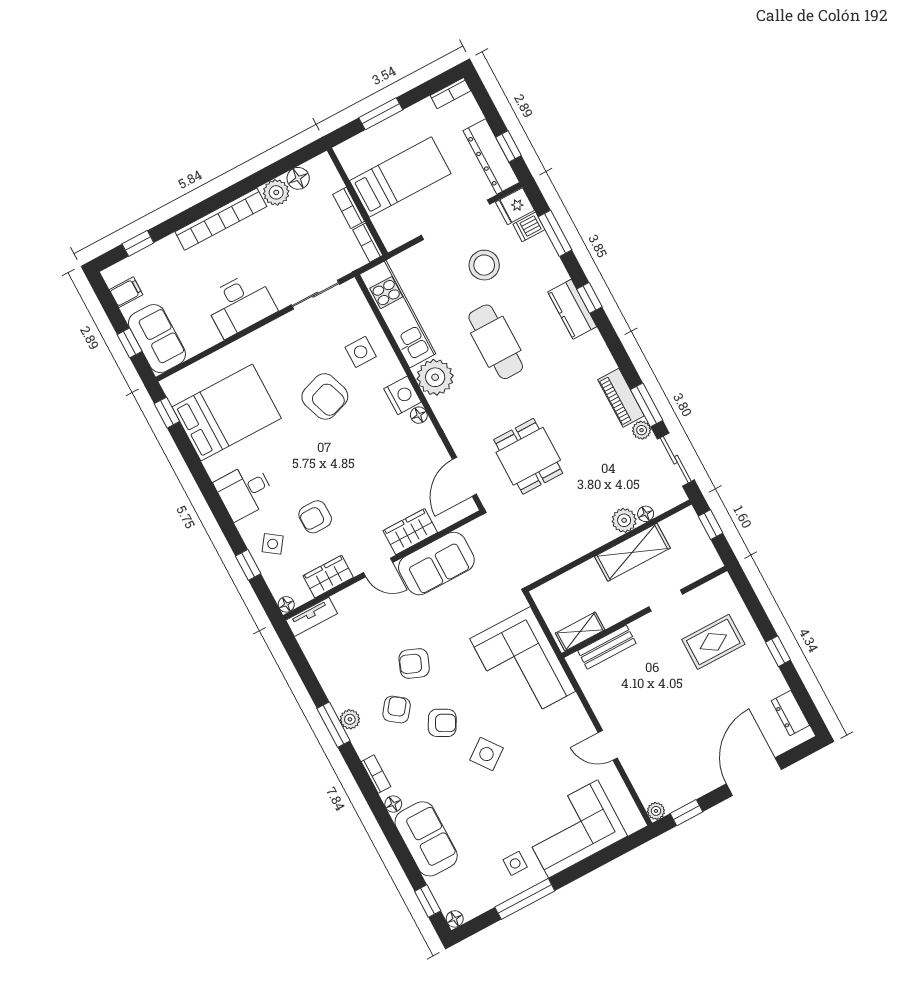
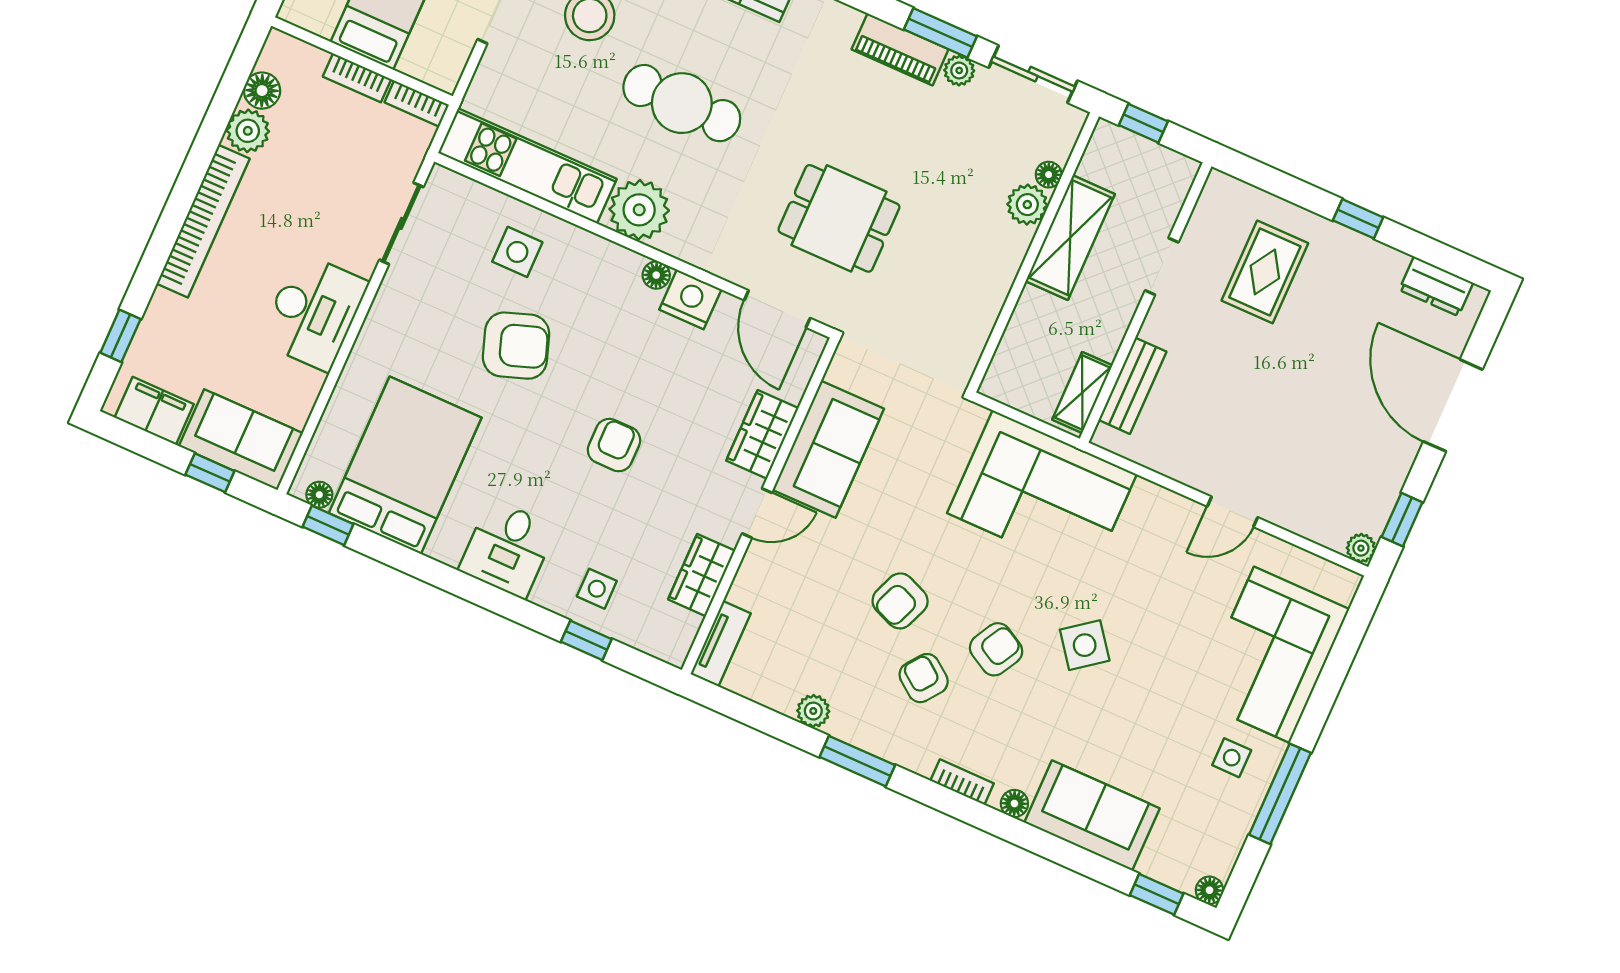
filing cabinet: (126, 292) -> (154, 411), width x2.00
nightstand: (403, 395) -> (690, 299), moved
armchair: (315, 517) -> (614, 445), moved, turned 180
side table: (273, 544) -> (597, 589), turned -36
floor lamp: (286, 604) -> (319, 495), moved
plant: (350, 719) -> (813, 711), moved

